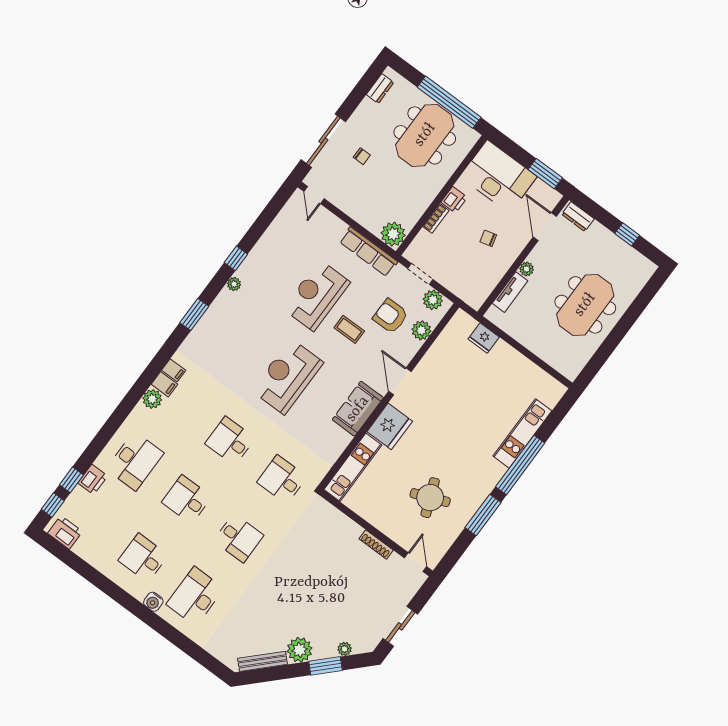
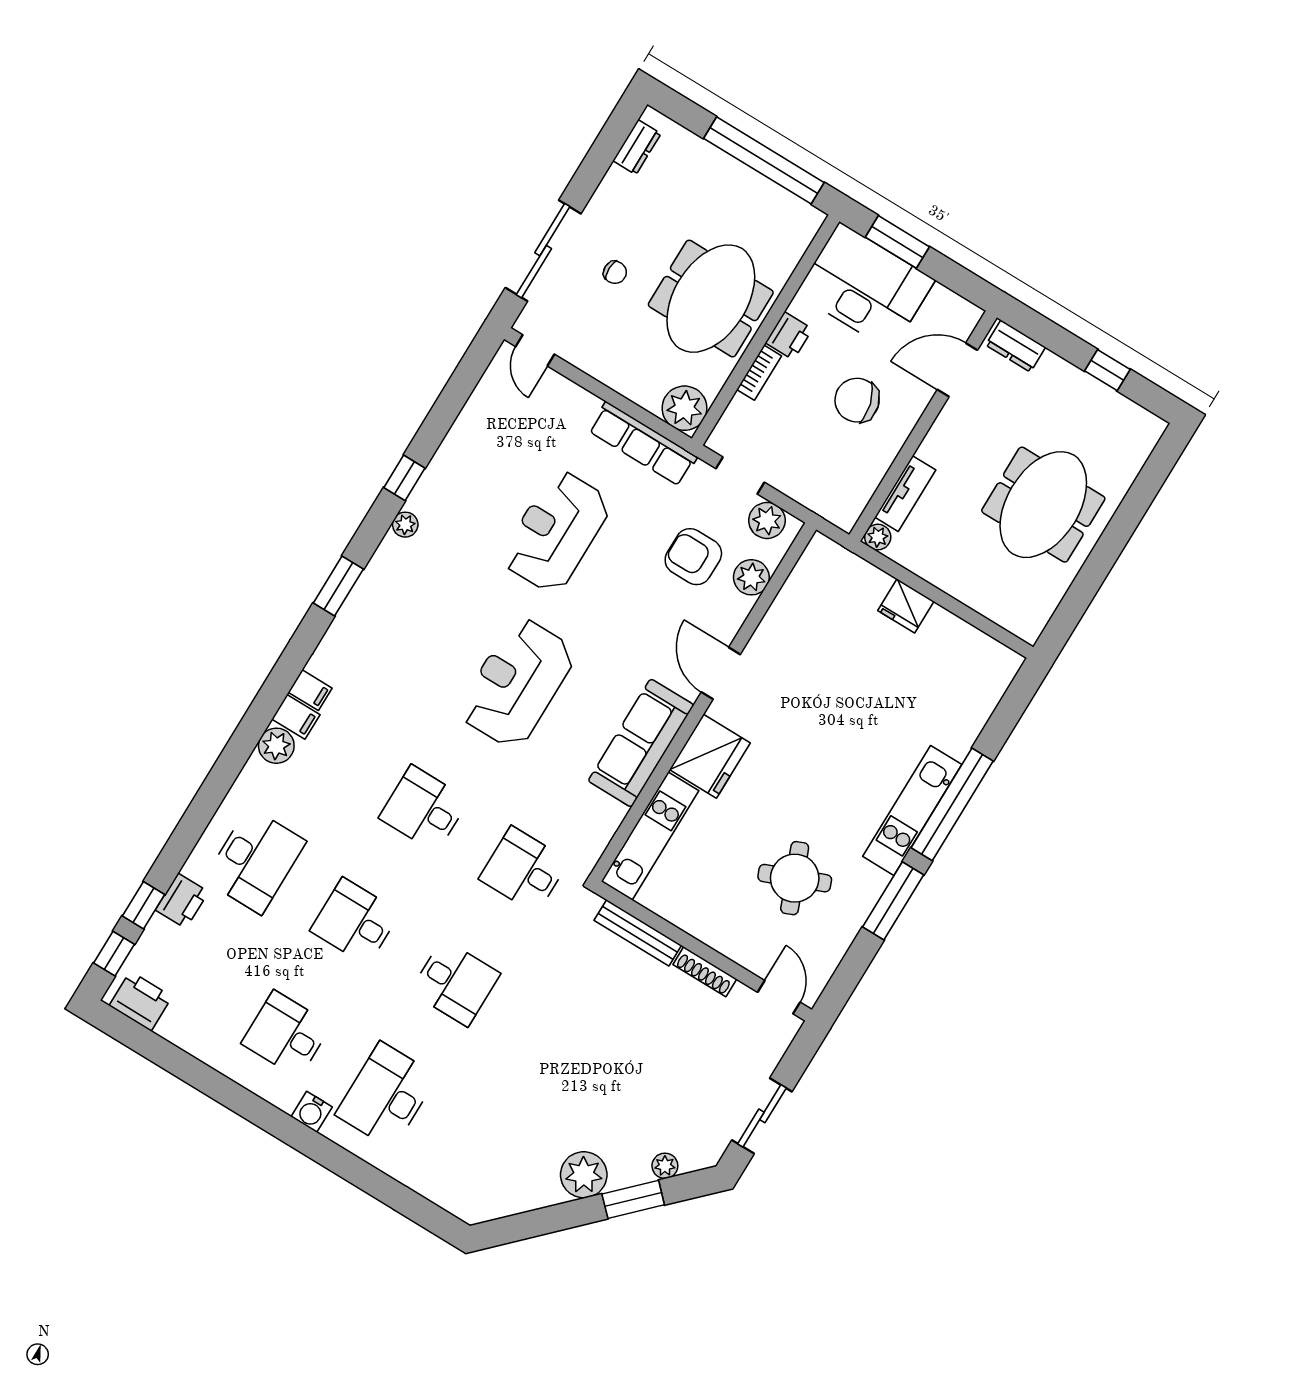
meeting table: (425, 135) -> (711, 299), moved
window: (545, 174) -> (897, 242), moved
door: (545, 227) -> (957, 370), hinge flipped
chair: (488, 238) -> (857, 400), width x1.87, depth x1.87
plant: (527, 269) -> (878, 537), moved
coffee table: (349, 329) -> (621, 588), removed
fridge: (484, 338) -> (906, 606), moved
sofa: (358, 409) -> (641, 743), width x1.36
kitchen unit: (522, 433) -> (912, 810), moved
bench: (263, 661) -> (638, 933), moved, turned 45

